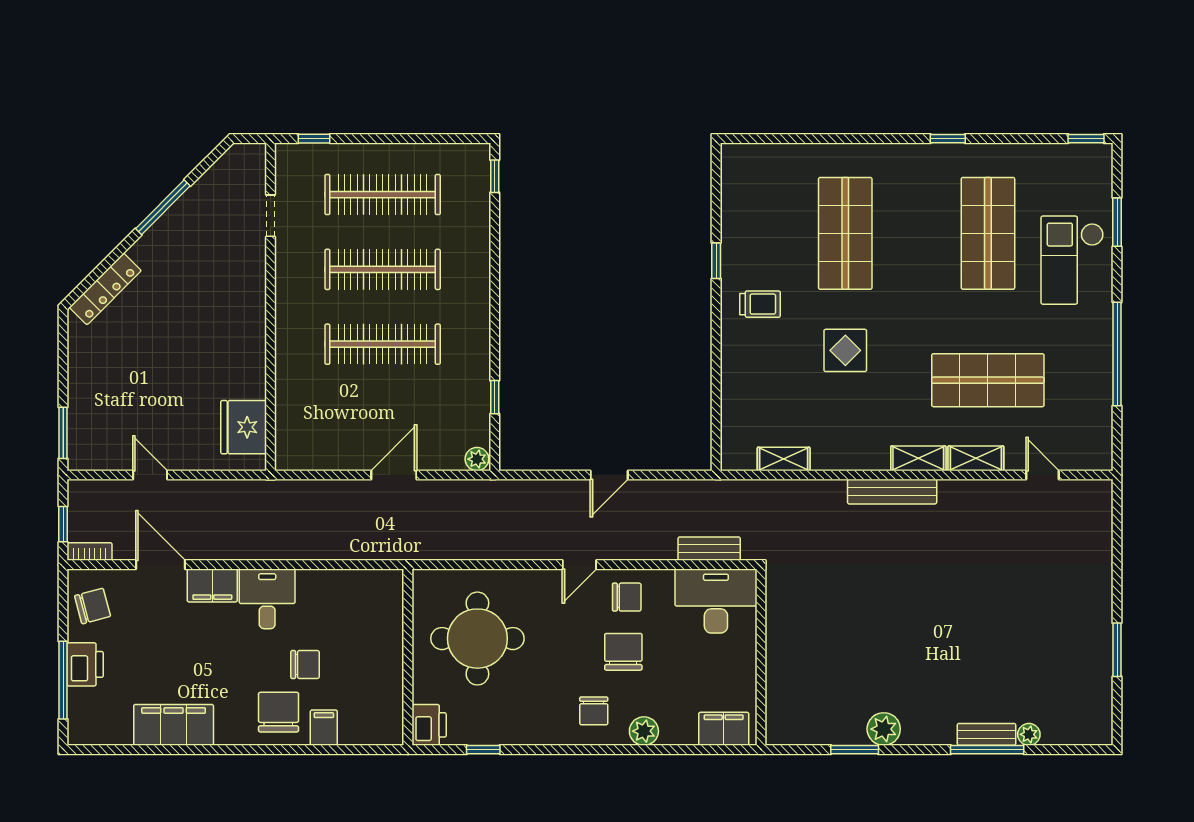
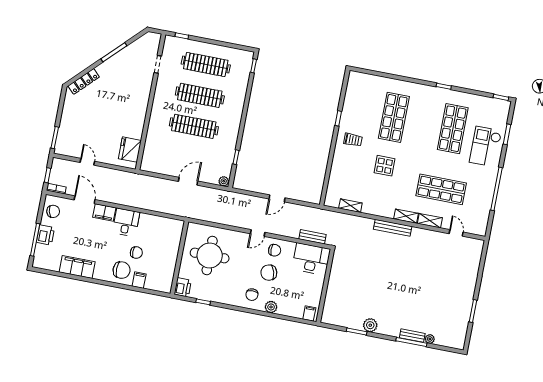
chair: (623, 652) -> (269, 273), turned -106
chair: (279, 712) -> (122, 270), turned 90
filing cabinet: (724, 729) -> (309, 313), width x0.50

